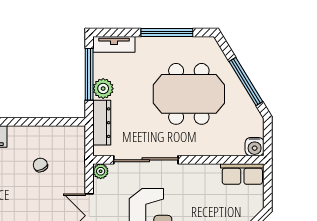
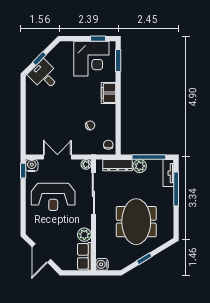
window: (167, 32) -> (176, 189), moved
window: (246, 82) -> (144, 259), width x0.46
chair: (70, 137) -> (108, 145), added
plant: (209, 174) -> (84, 235), added

